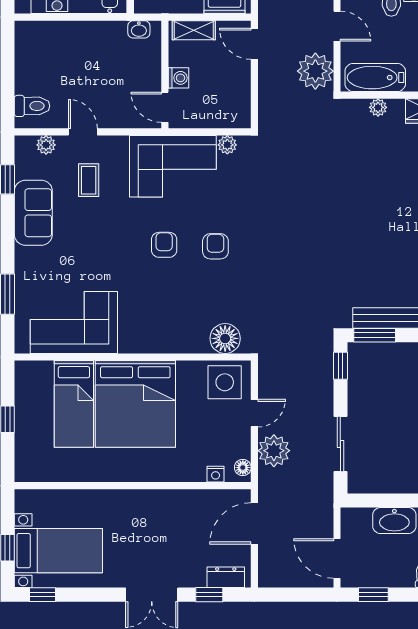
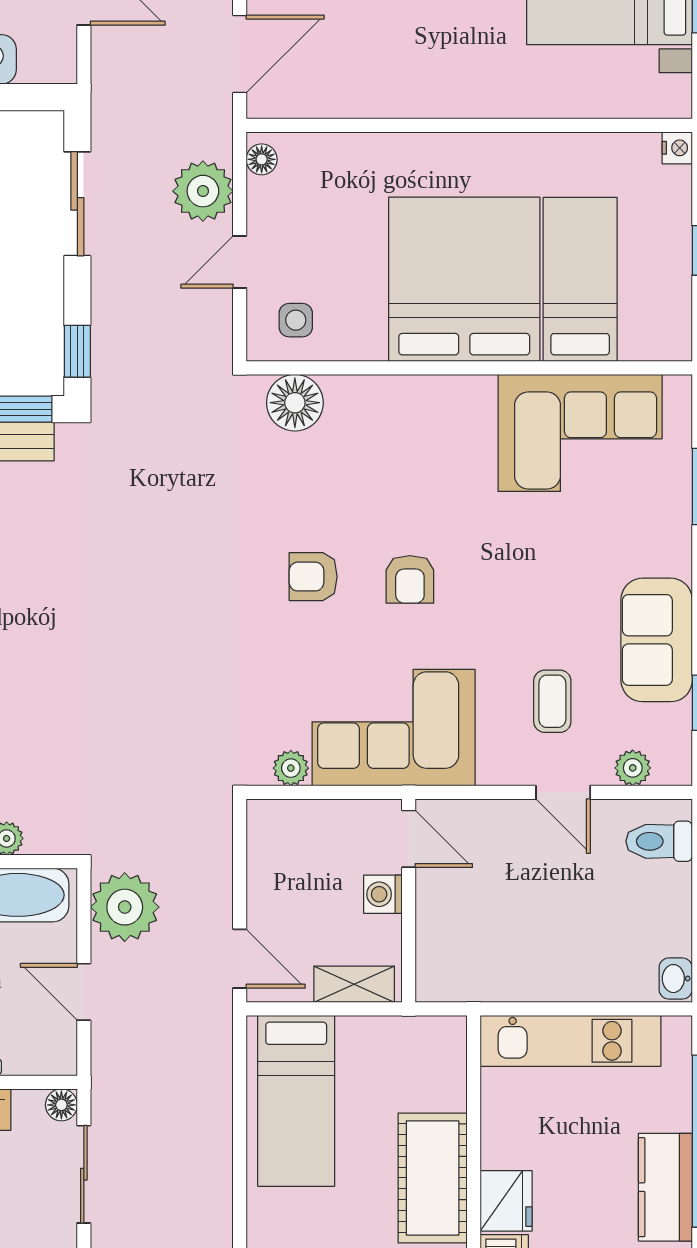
washbasin: (139, 29) -> (676, 979), moved, turned -90
armchair: (215, 246) -> (313, 577), turned 90
side table: (225, 382) -> (296, 320), width x0.54, depth x0.54
nightstand: (216, 474) -> (677, 148), moved, turned 90

